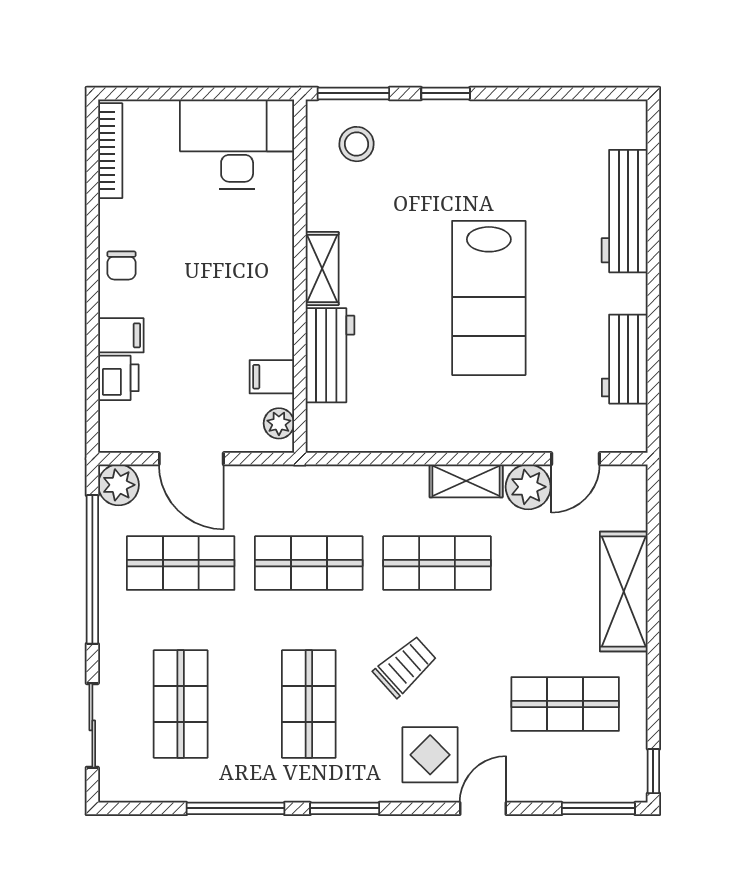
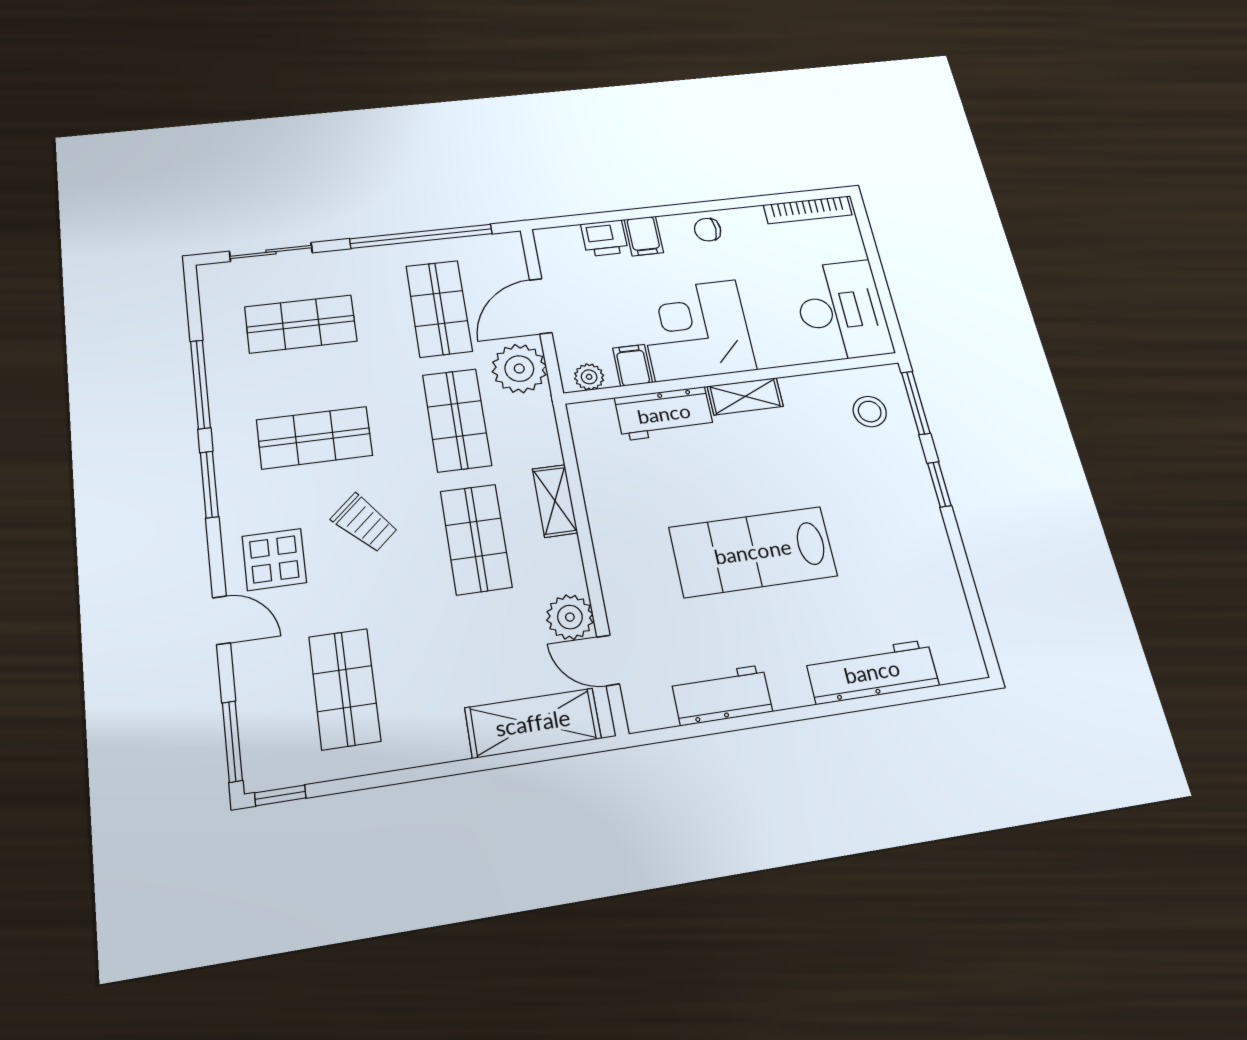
corner desk: (240, 303) -> (696, 330), added
shelving: (466, 481) -> (555, 501), moved
plant: (119, 485) -> (519, 369), moved, width x1.36, depth x1.36
shelving: (624, 591) -> (533, 723), moved

